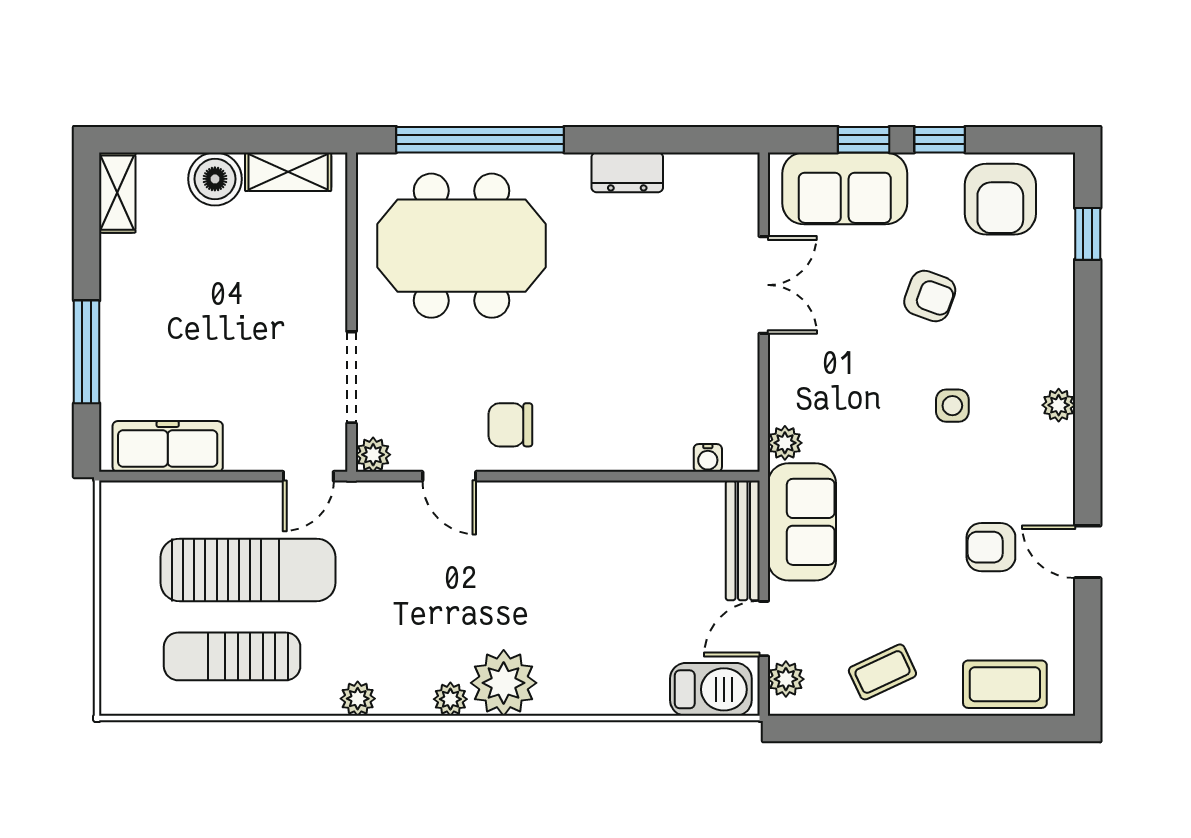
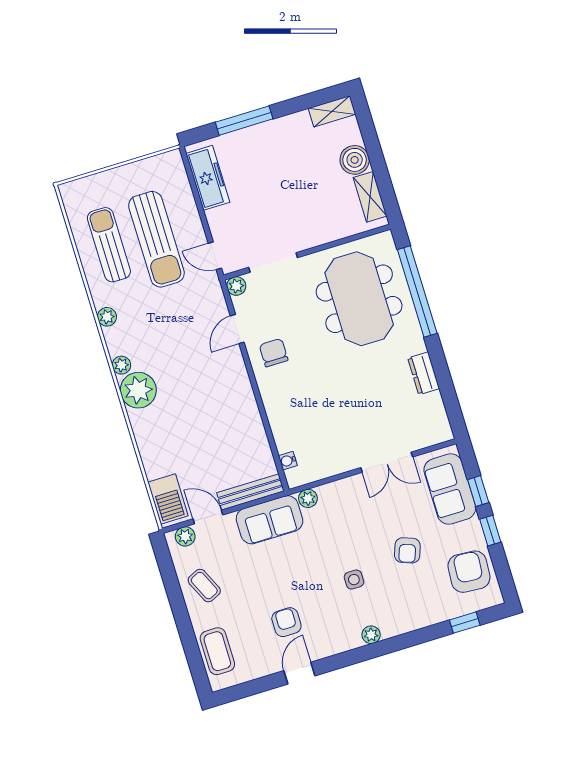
armchair: (1000, 199) -> (469, 572), turned 94

